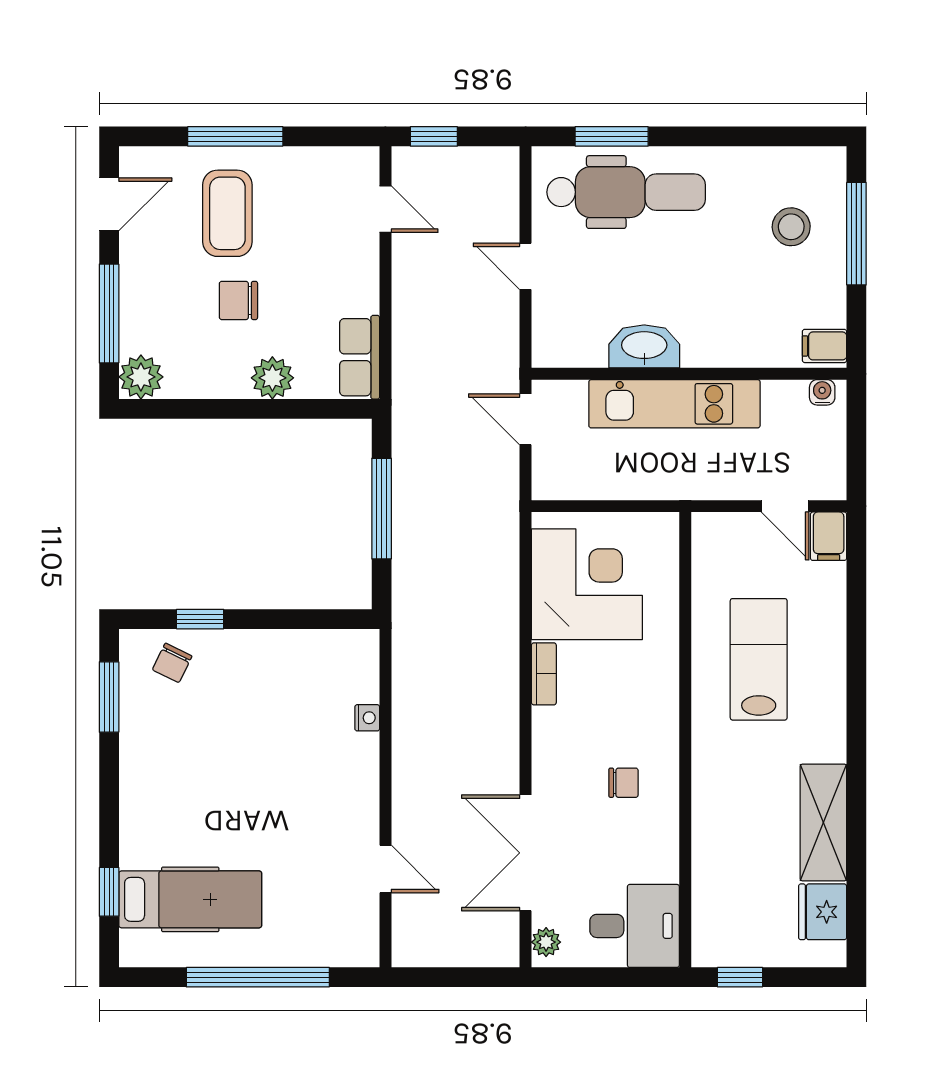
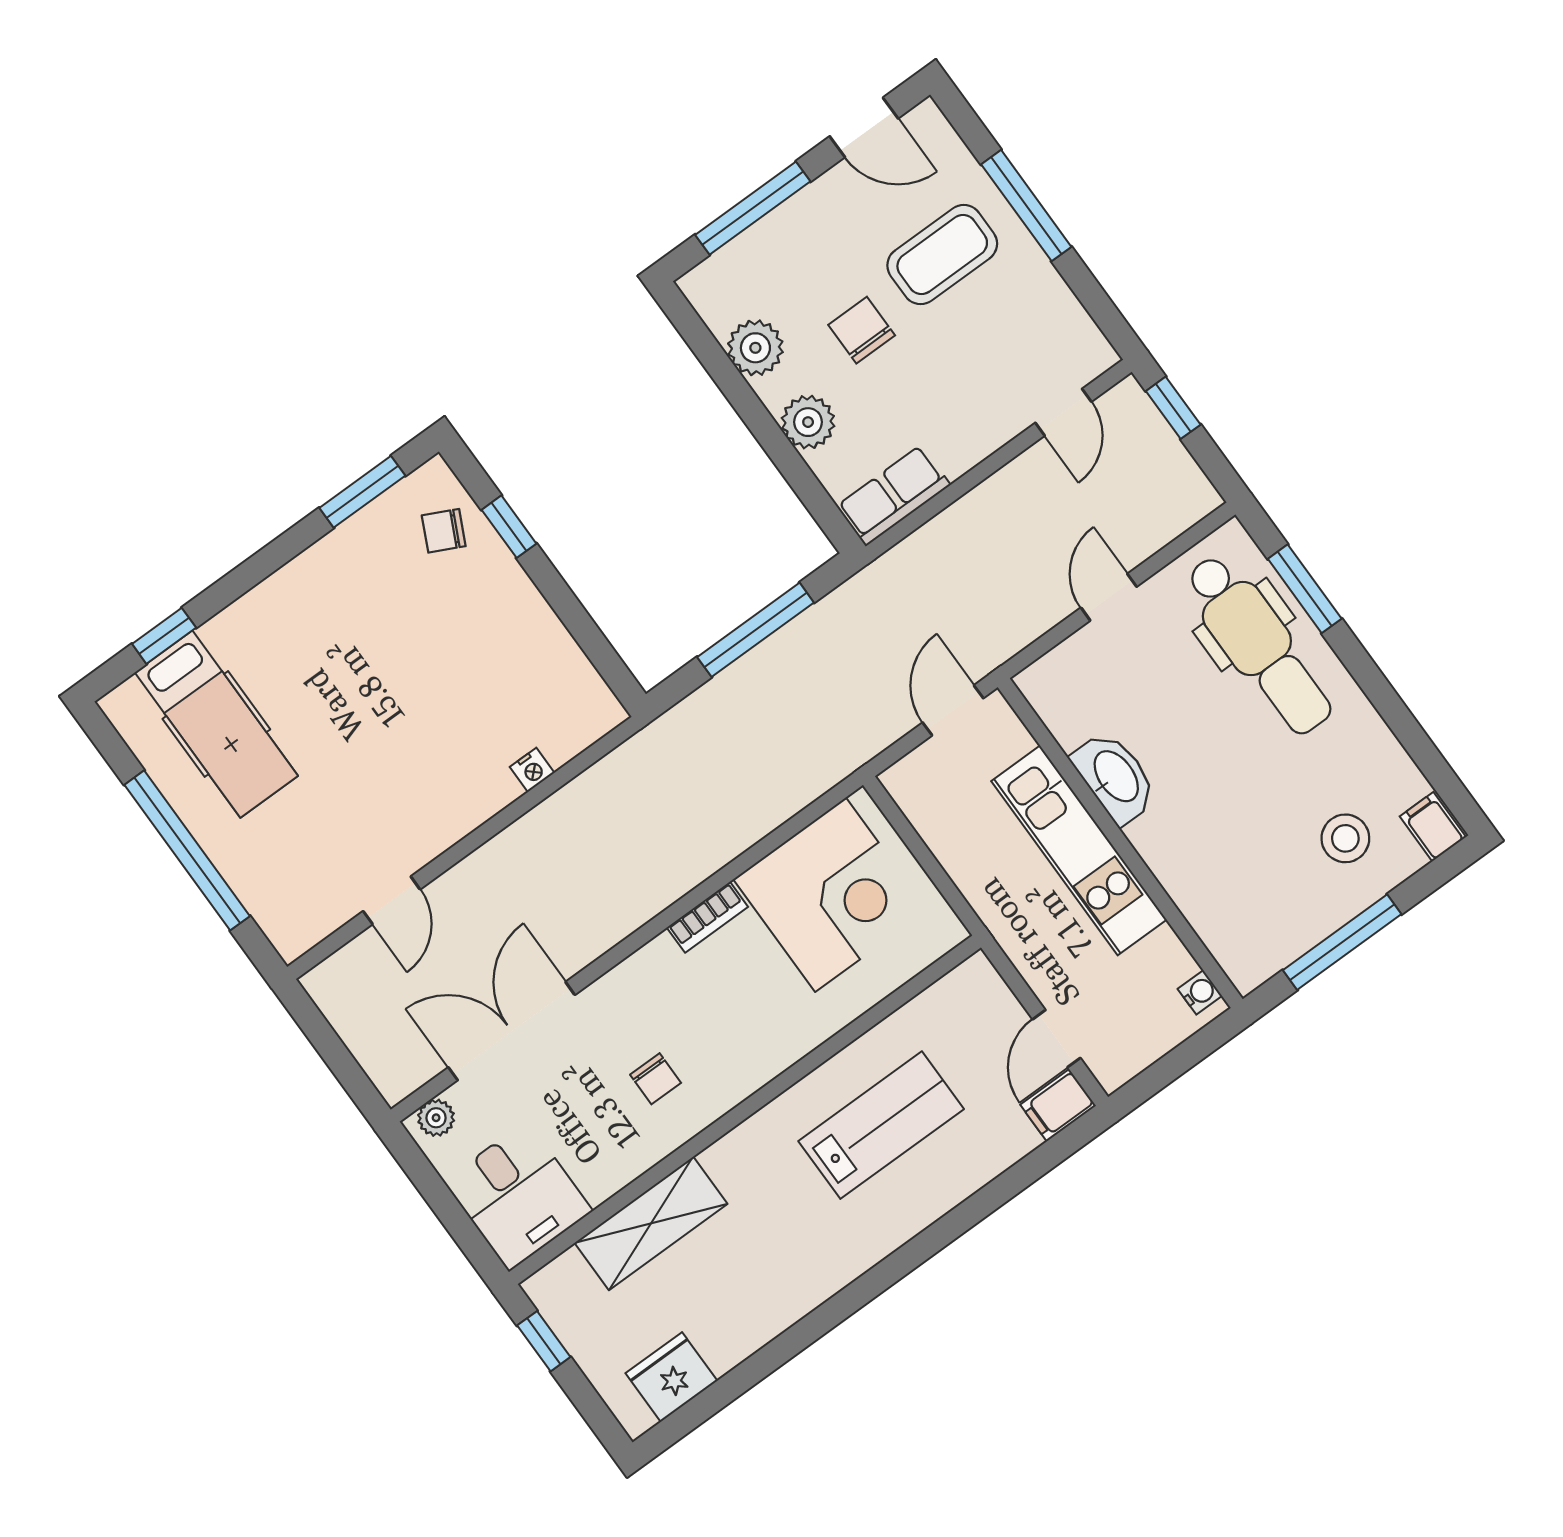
window: (856, 234) -> (1342, 942), moved
filing cabinet: (825, 346) -> (1433, 827), moved
plant: (141, 377) -> (755, 348), moved
shelving: (823, 823) -> (651, 1223), moved

